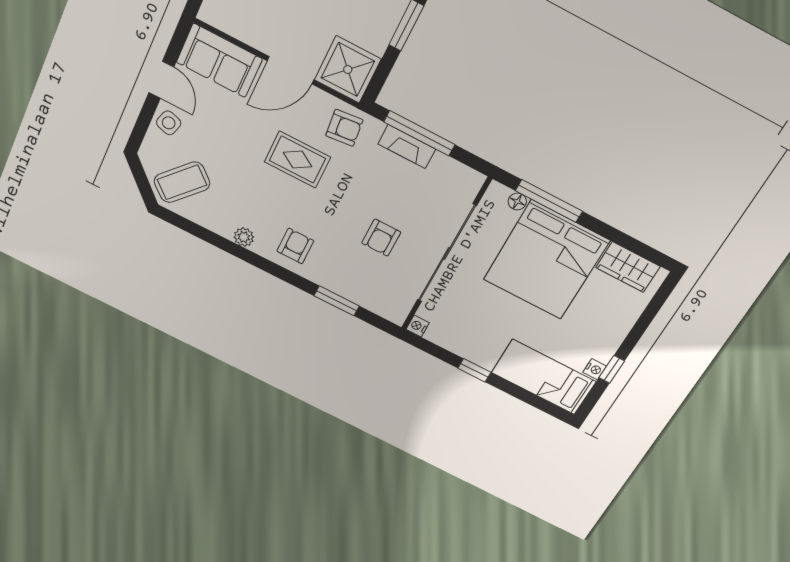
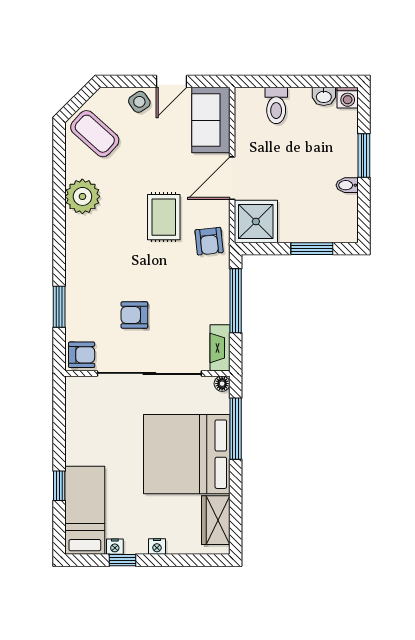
door: (290, 70) -> (232, 178), hinge flipped
side table: (169, 123) -> (139, 102), turned 38
fireplace: (407, 147) -> (220, 348), moved
floor lamp: (517, 201) -> (222, 384), moved
plant: (244, 237) -> (82, 196), width x1.88, depth x1.88
armchair: (295, 246) -> (82, 355), moved
nightstand: (418, 326) -> (157, 546), moved, turned 180
window: (474, 370) -> (59, 486), moved

